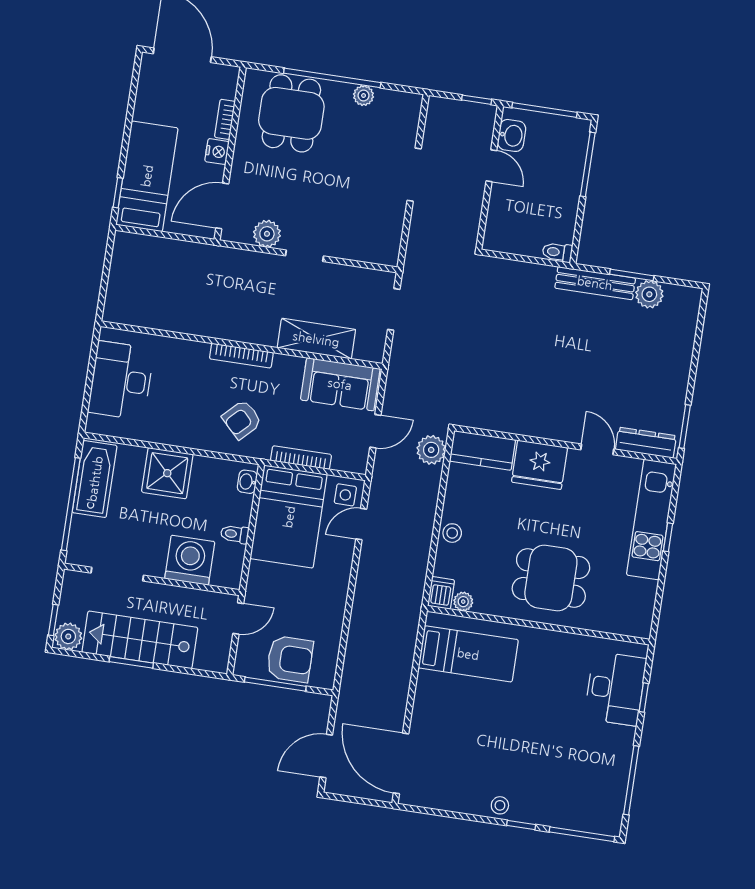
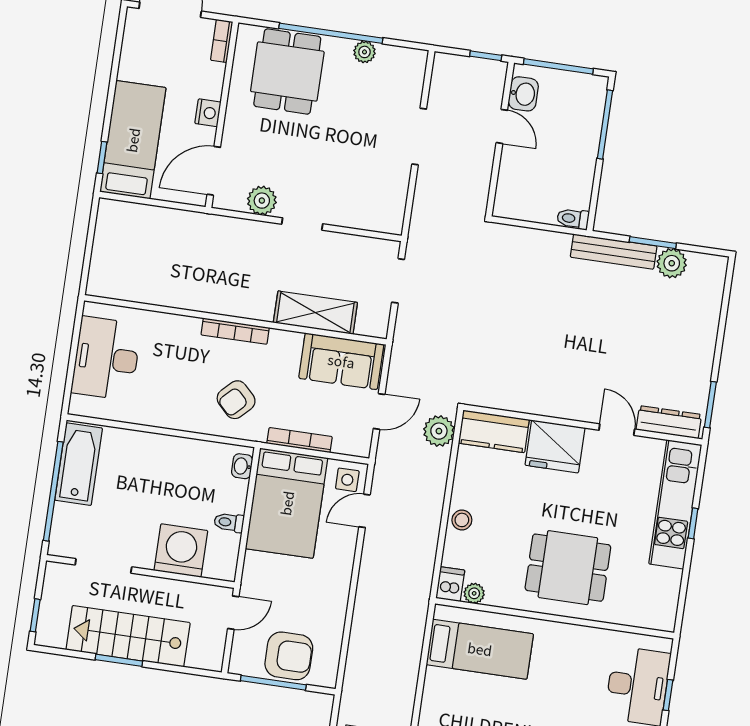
bookcase: (225, 119) -> (222, 41), moved
shower: (167, 473) -> (156, 457), removed
plant: (68, 636) -> (51, 633), removed

